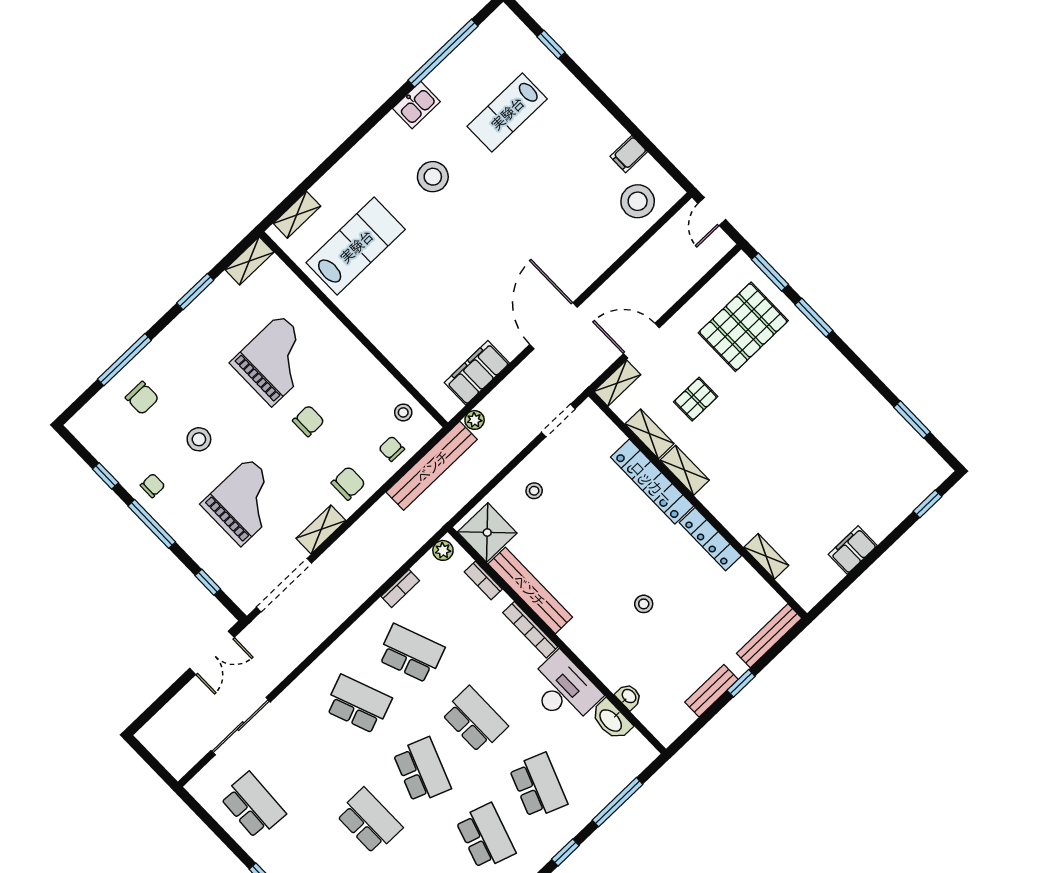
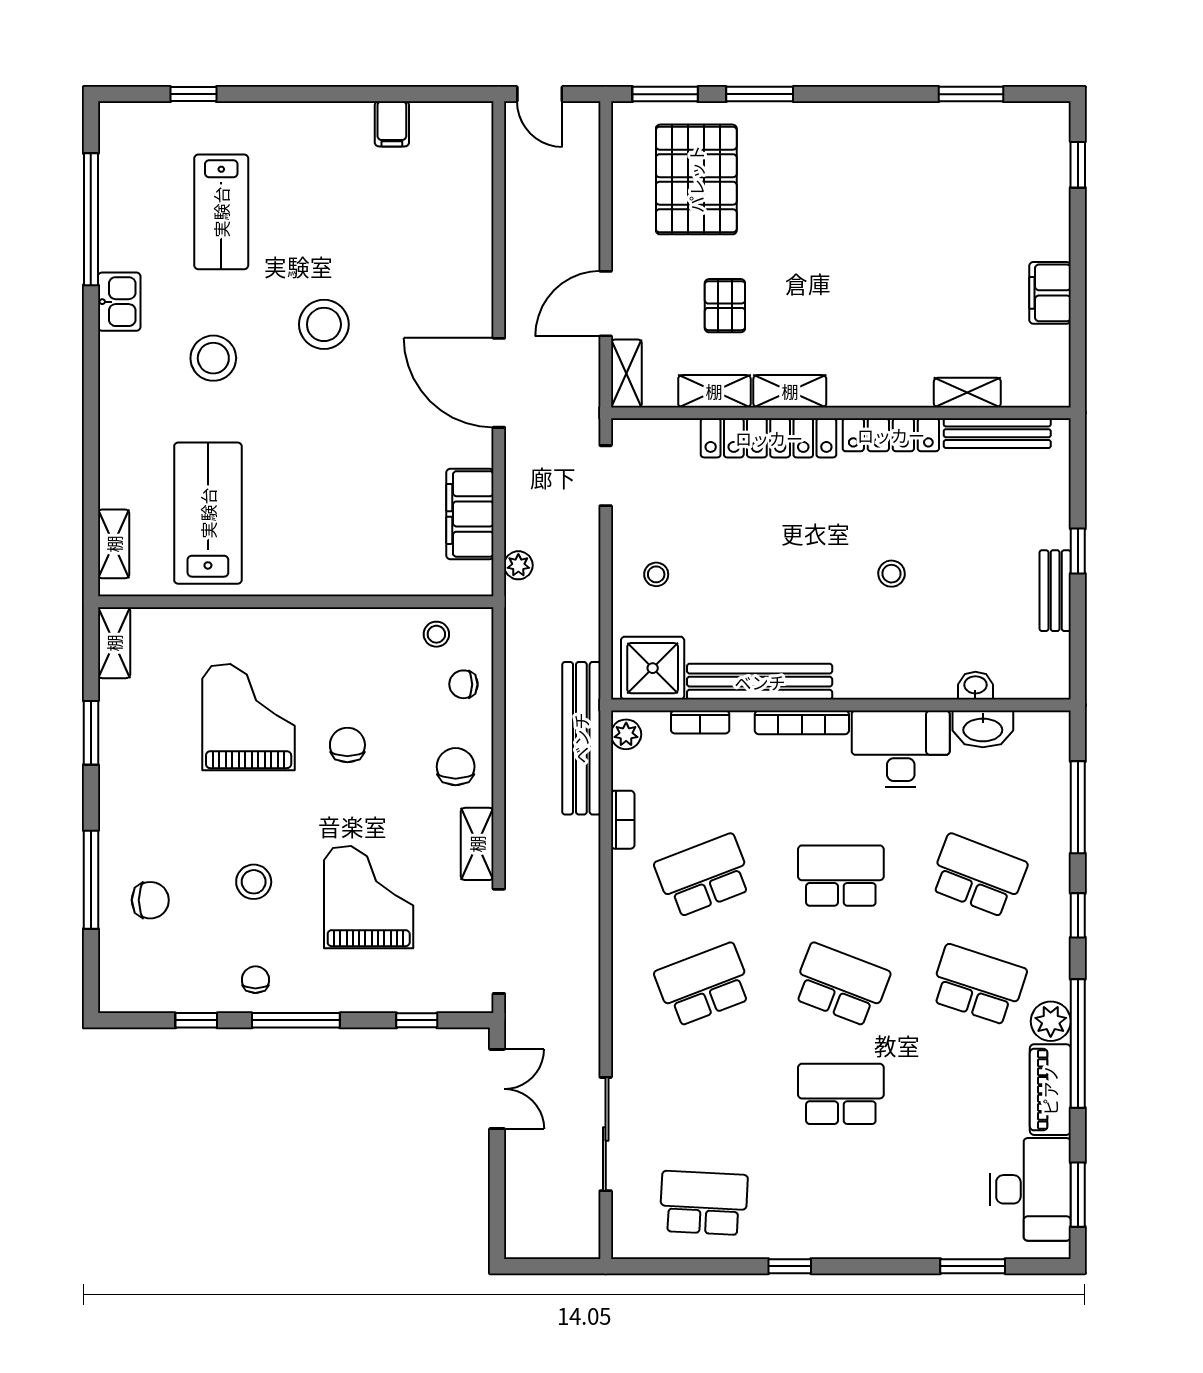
stool: (638, 201) -> (324, 324), moved
bench: (432, 466) -> (581, 738), moved
bench: (769, 636) -> (997, 433), moved, turned 90

